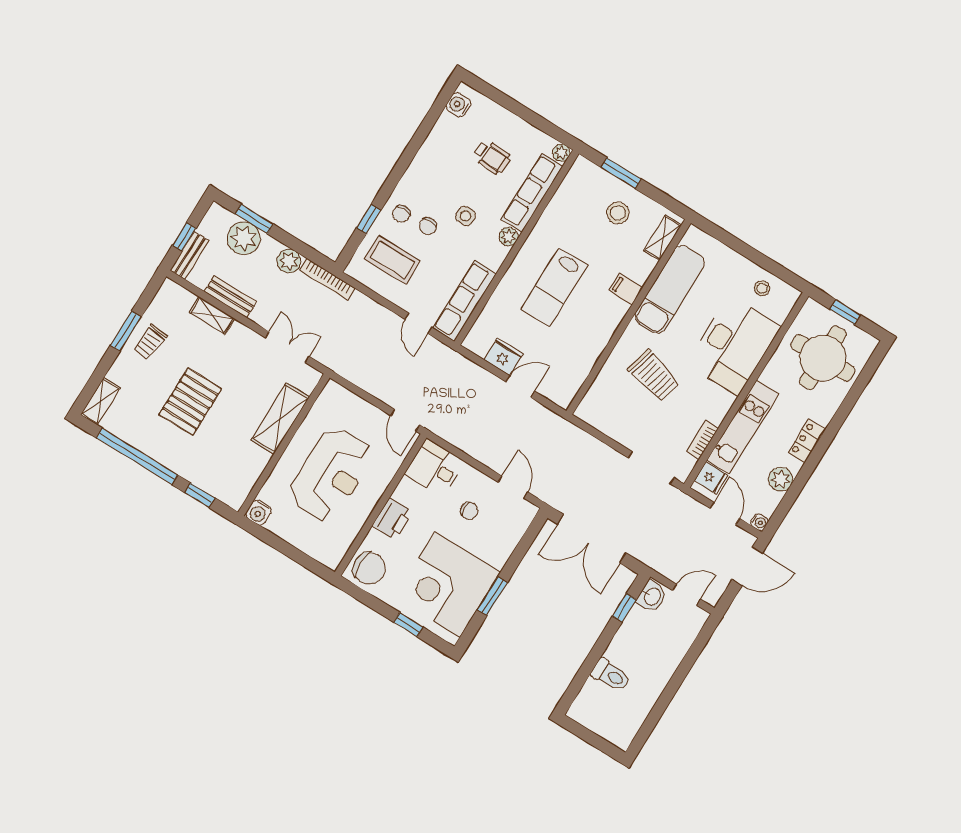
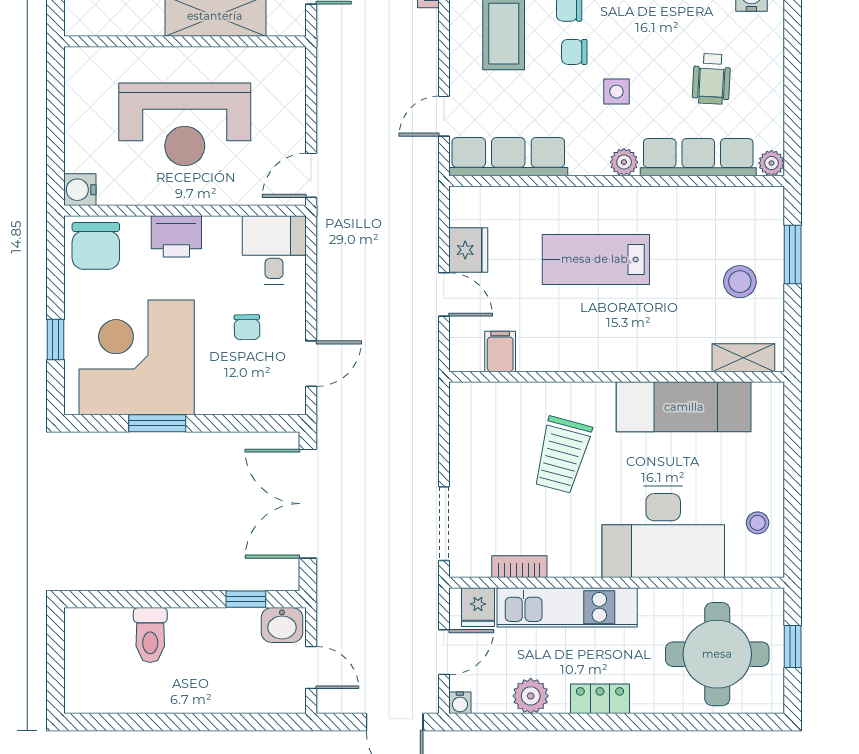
filing cabinet: (626, 289) -> (500, 351), moved
water cooler: (259, 512) -> (80, 190), moved

